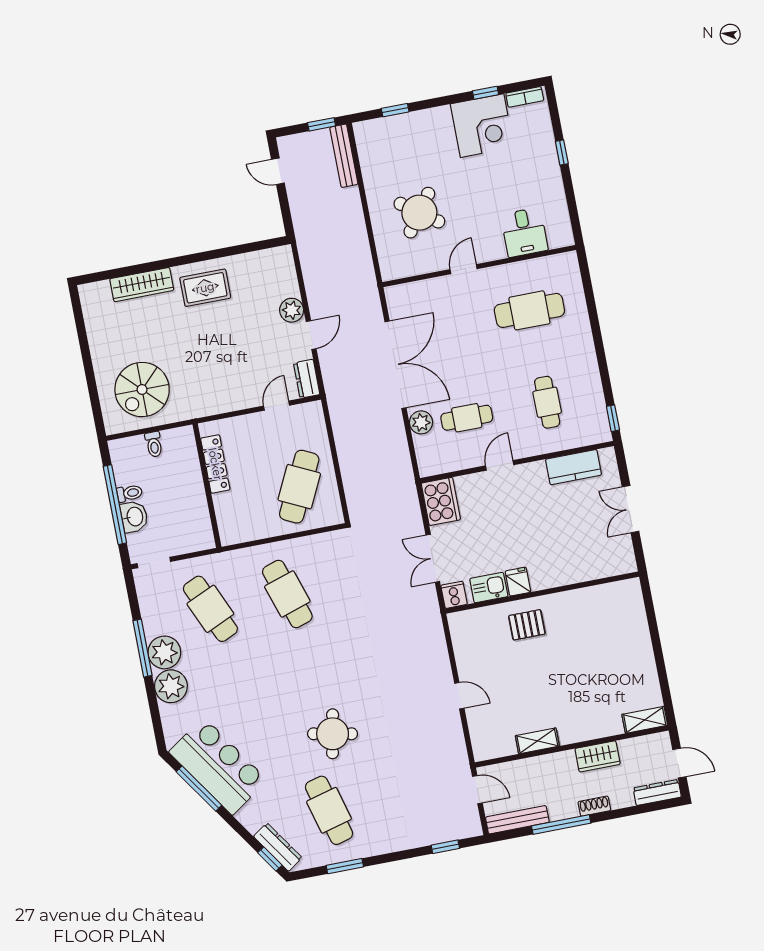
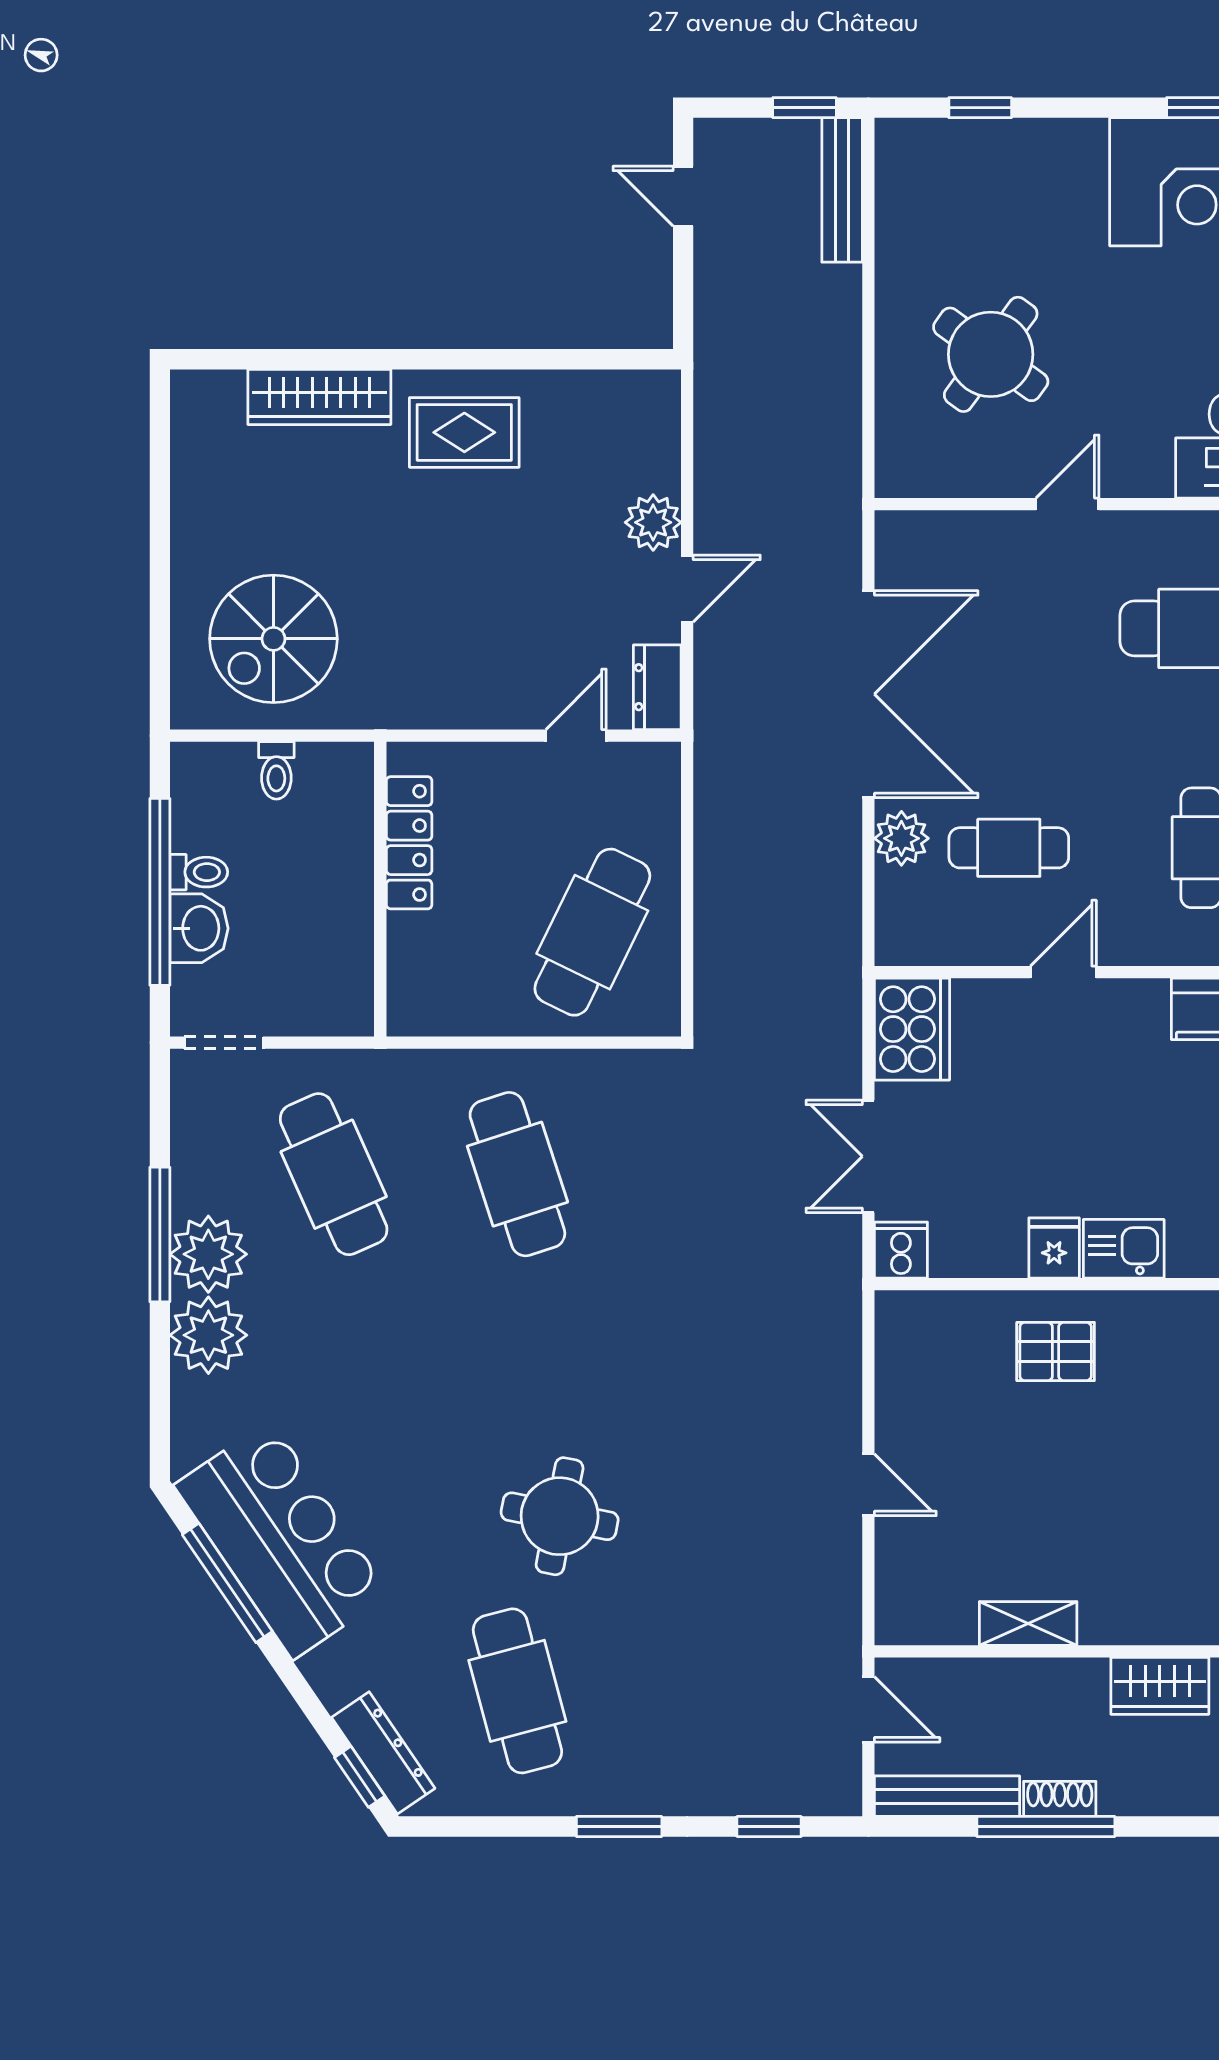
kitchen sink: (489, 588) -> (1124, 1249), moved
shoe rack: (594, 806) -> (1060, 1799), moved
window: (345, 866) -> (619, 1827), moved

